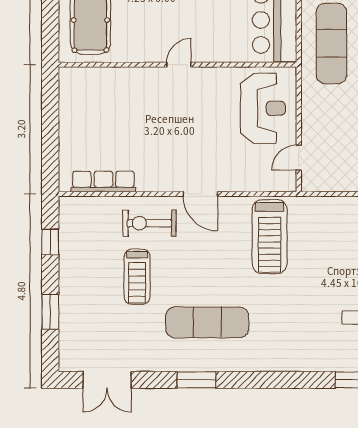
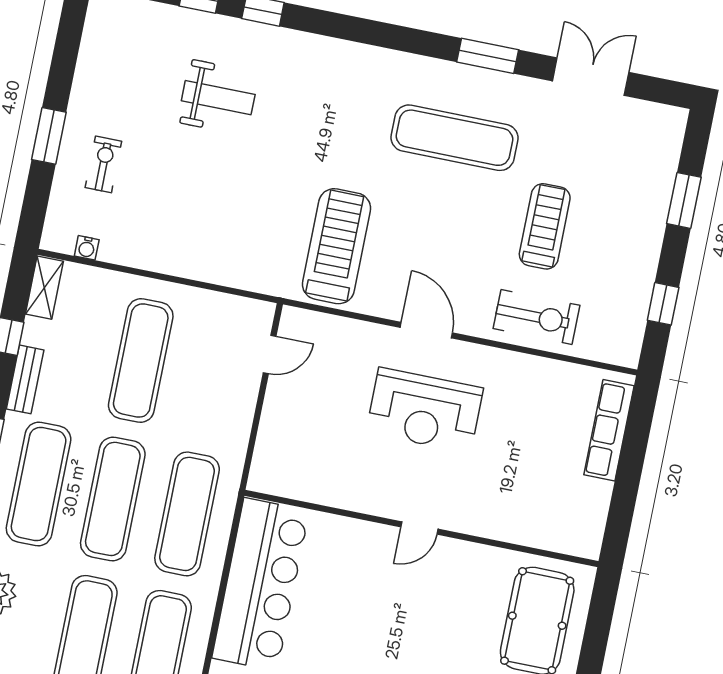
reception desk: (263, 108) -> (425, 410), moved, turned -90
row of seats: (103, 182) -> (609, 430), moved, turned 90
exercise bike: (149, 223) -> (537, 317), moved
double door: (107, 380) -> (591, 77), moved

